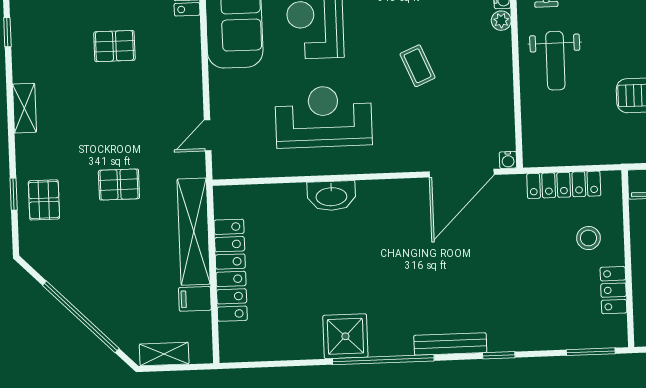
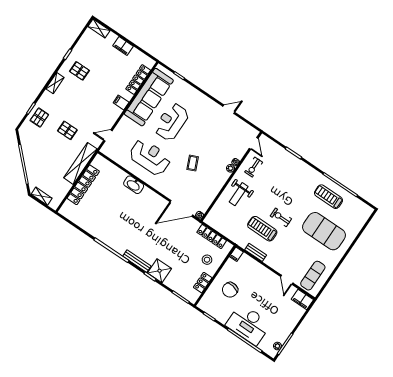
pallet: (114, 46) -> (79, 71), moved
filing cabinet: (195, 299) -> (121, 102), moved
shower: (345, 336) -> (160, 271), moved

